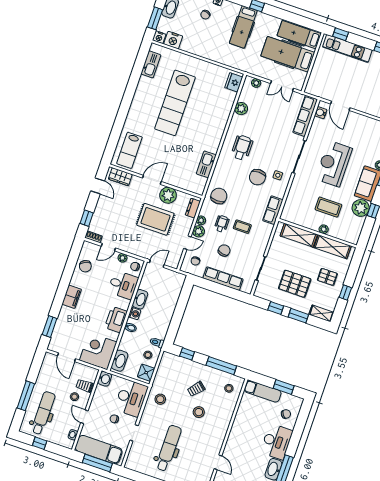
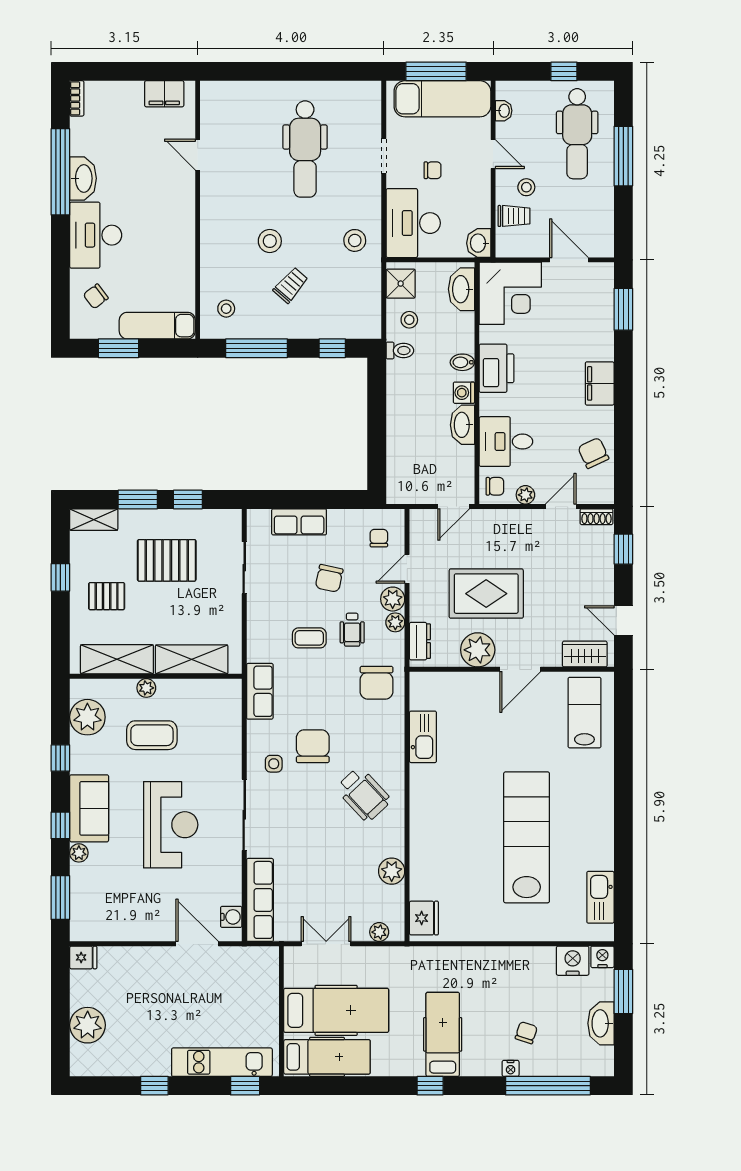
wheelchair: (242, 148) -> (363, 794), turned -43
plant: (361, 208) -> (87, 717), moved
row of seats: (223, 279) -> (299, 522), width x0.68

